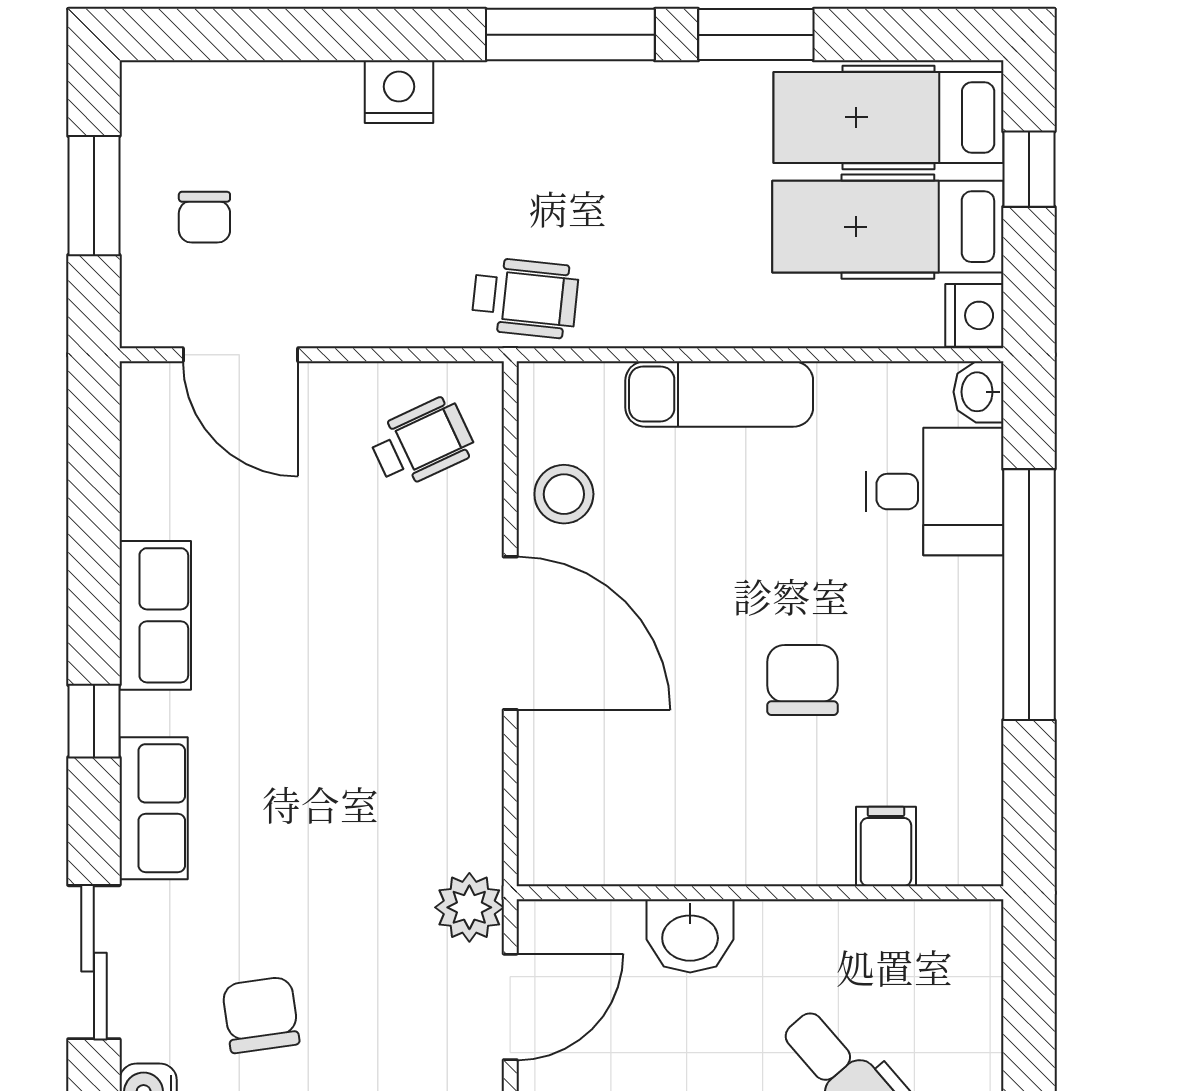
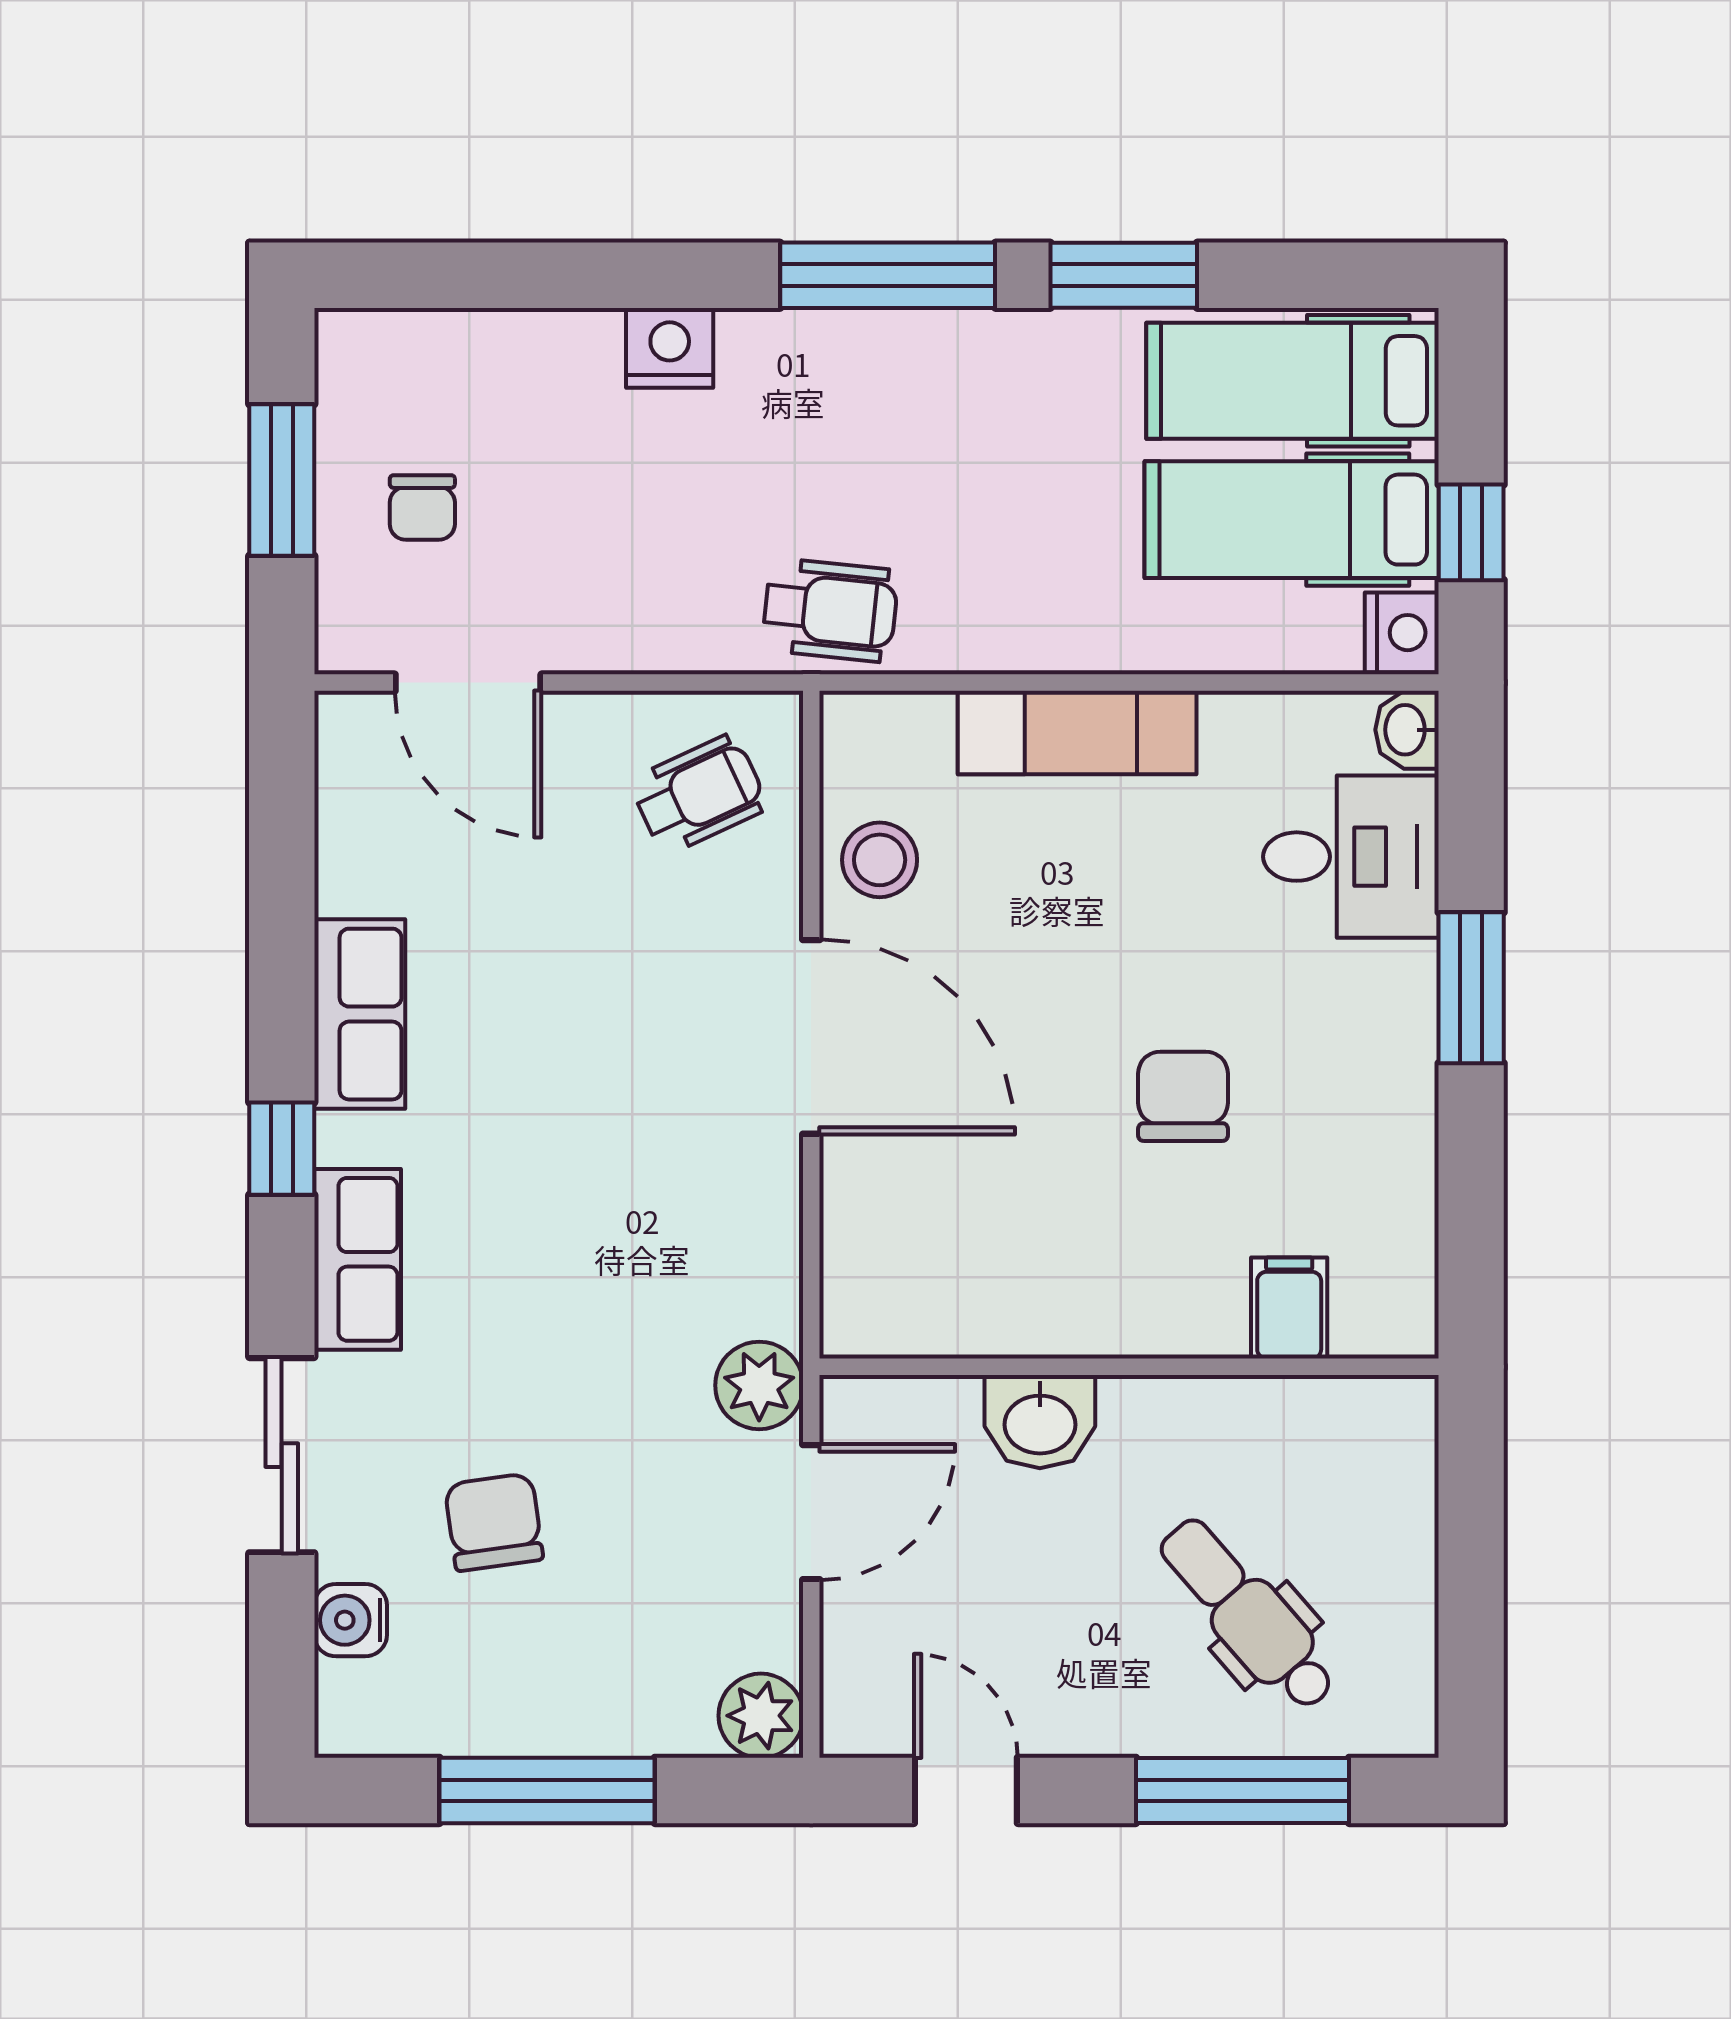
window: (1029, 169) -> (1471, 532), moved
window: (1029, 595) -> (1471, 988), width x0.47

